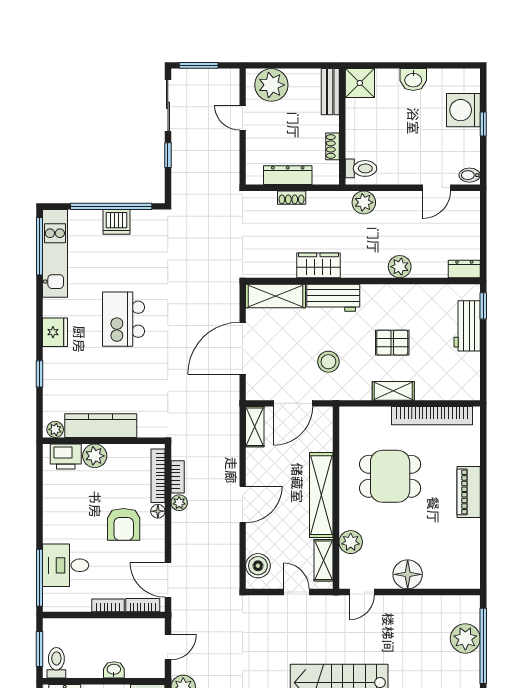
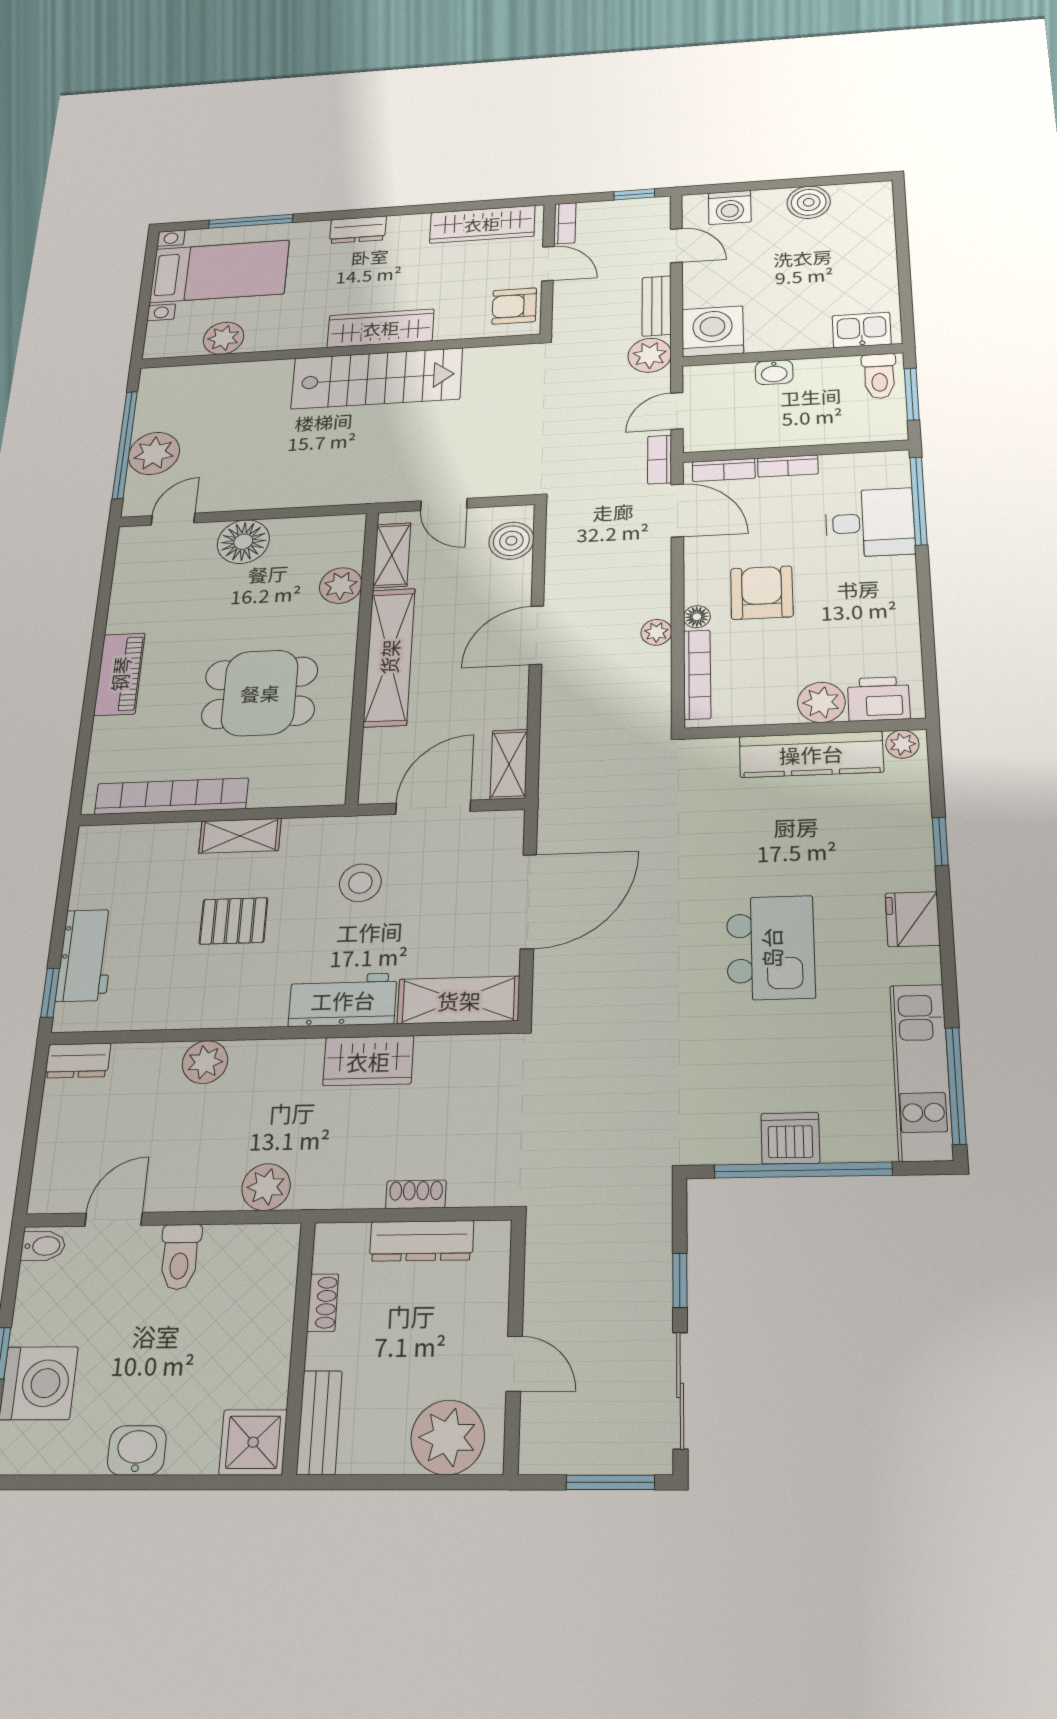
toilet: (361, 168) -> (180, 1257), moved, turned -90
bookcase: (178, 477) -> (660, 460), moved
door: (362, 592) -> (173, 519), moved

